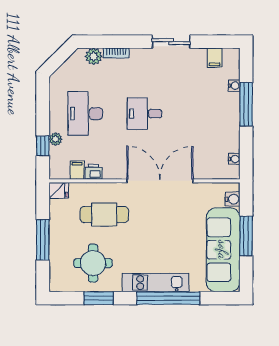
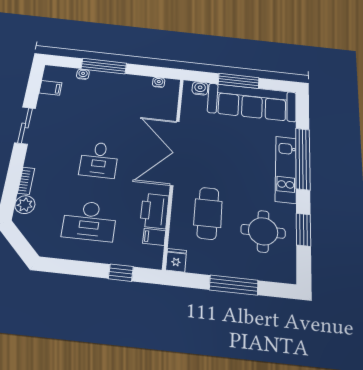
plant: (56, 139) -> (115, 257), removed
printer: (94, 172) -> (154, 211), width x1.87, depth x1.48

